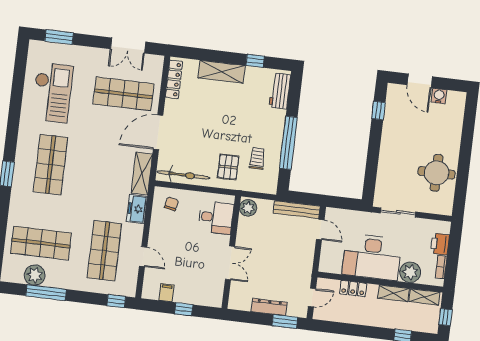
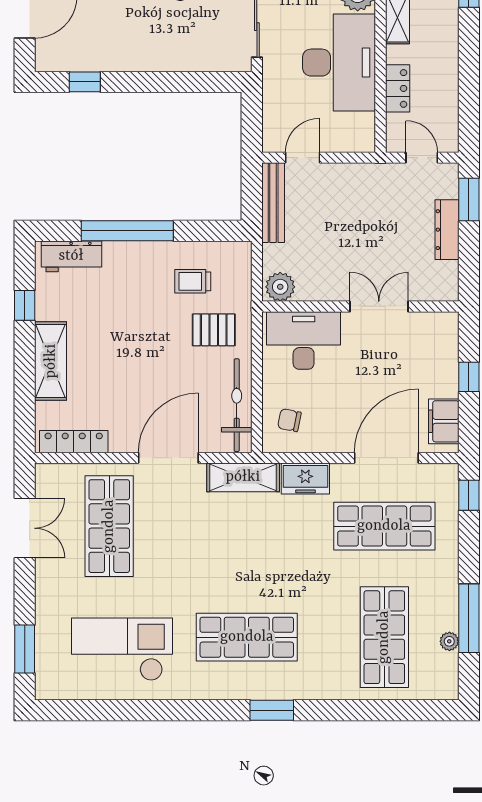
door: (158, 132) -> (168, 458), swing flipped
window: (288, 143) -> (127, 231), moved
desk: (216, 217) -> (304, 340), width x1.37
door: (143, 257) -> (386, 458), width x1.87
plant: (35, 275) -> (449, 641), width x0.53, depth x0.53
filing cabinet: (166, 293) -> (444, 421), width x2.00

